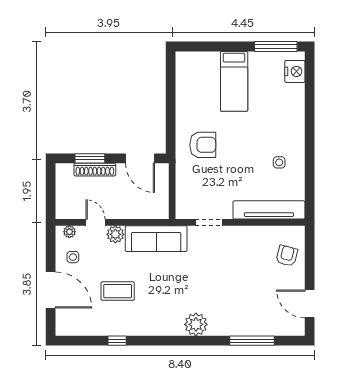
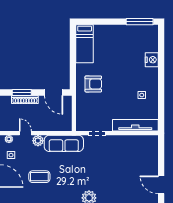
nightstand: (295, 71) -> (152, 60), moved
bed: (234, 81) -> (85, 44), moved
armchair: (287, 256) -> (147, 154), removed

